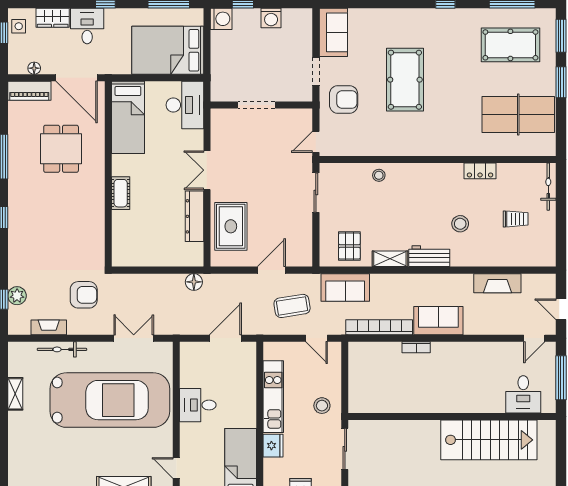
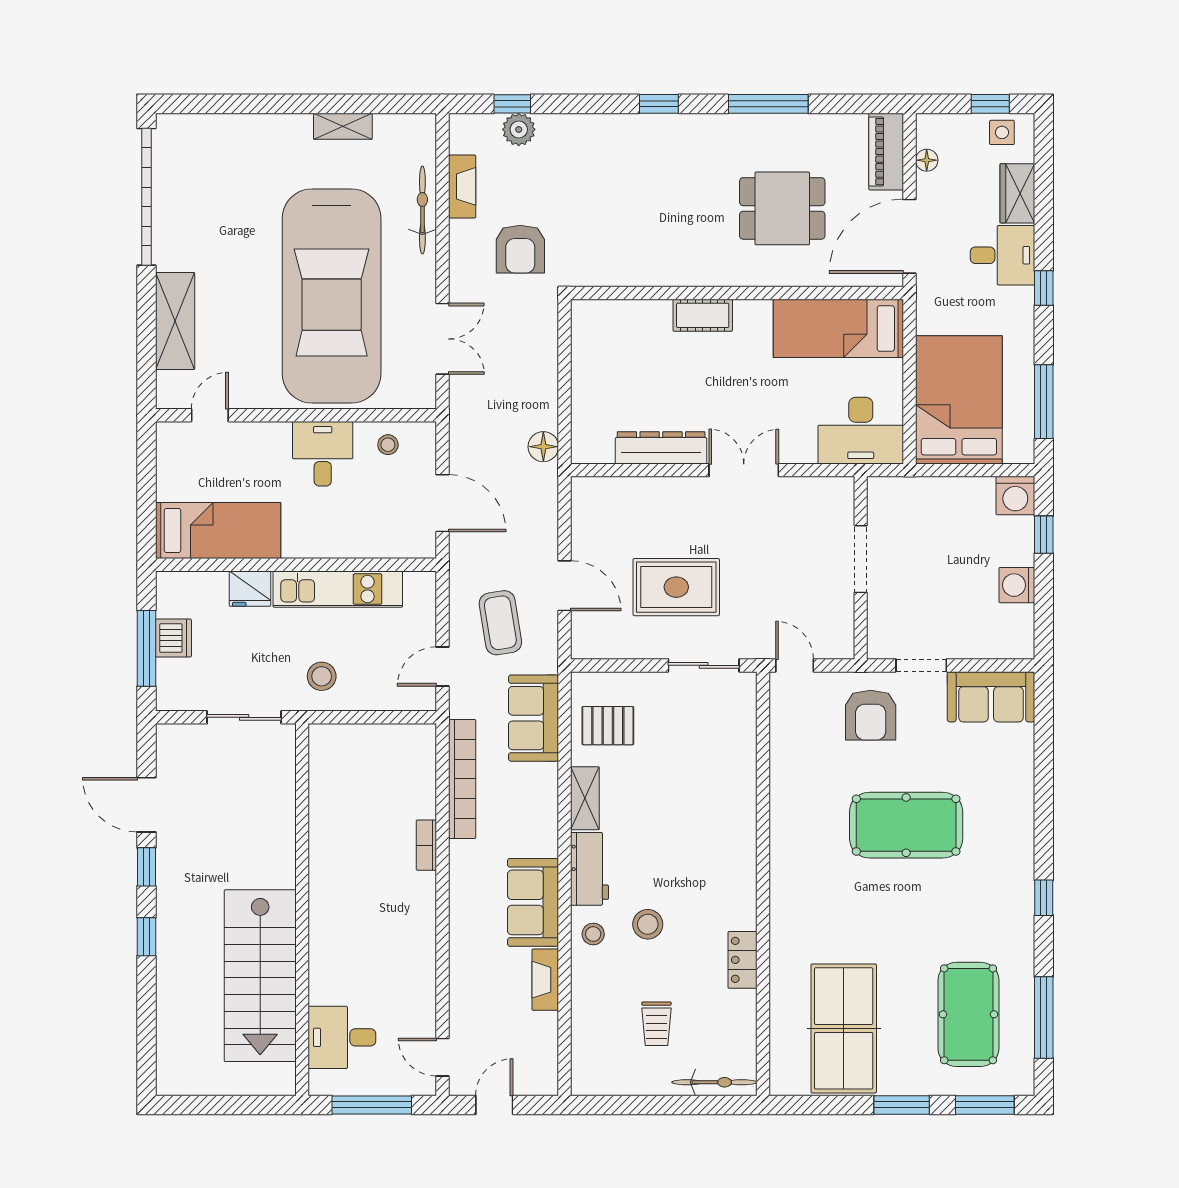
stool: (379, 175) -> (593, 934), moved
rug: (231, 226) -> (676, 587), moved
fireplace: (497, 283) -> (545, 980), width x0.73, depth x0.76
sofa: (438, 321) -> (533, 902), moved, turned 180
stool: (193, 369) -> (388, 445), added

